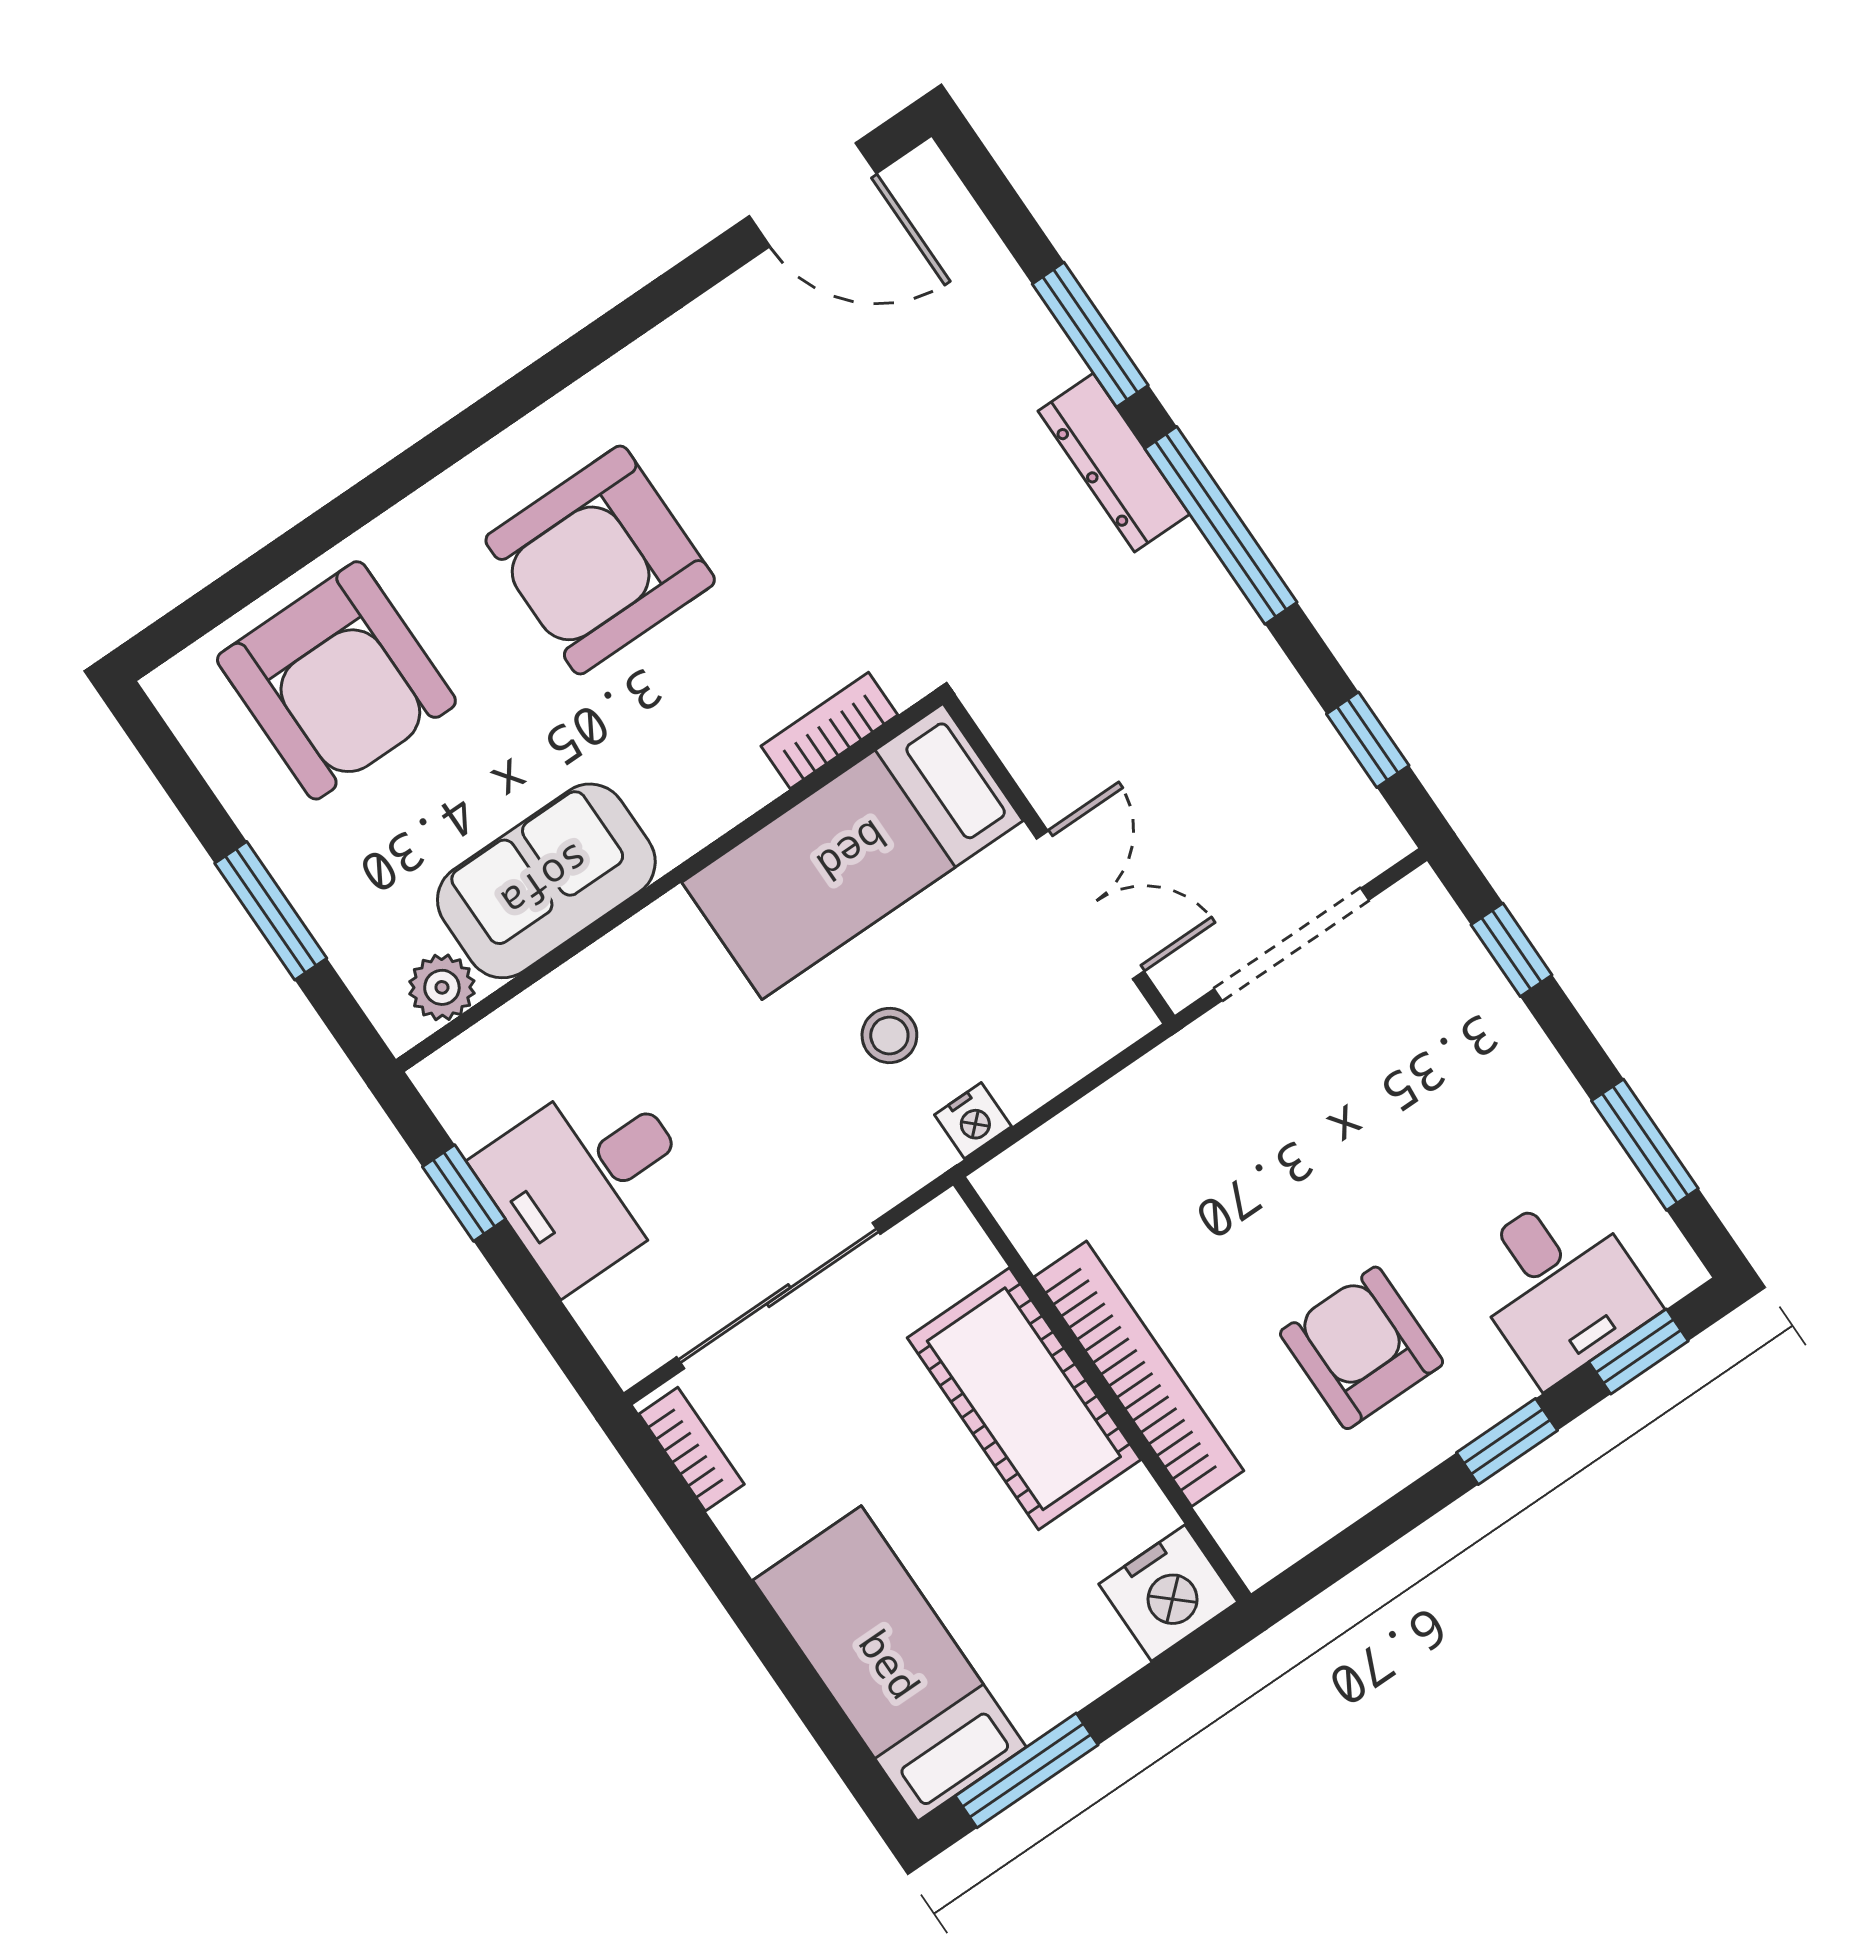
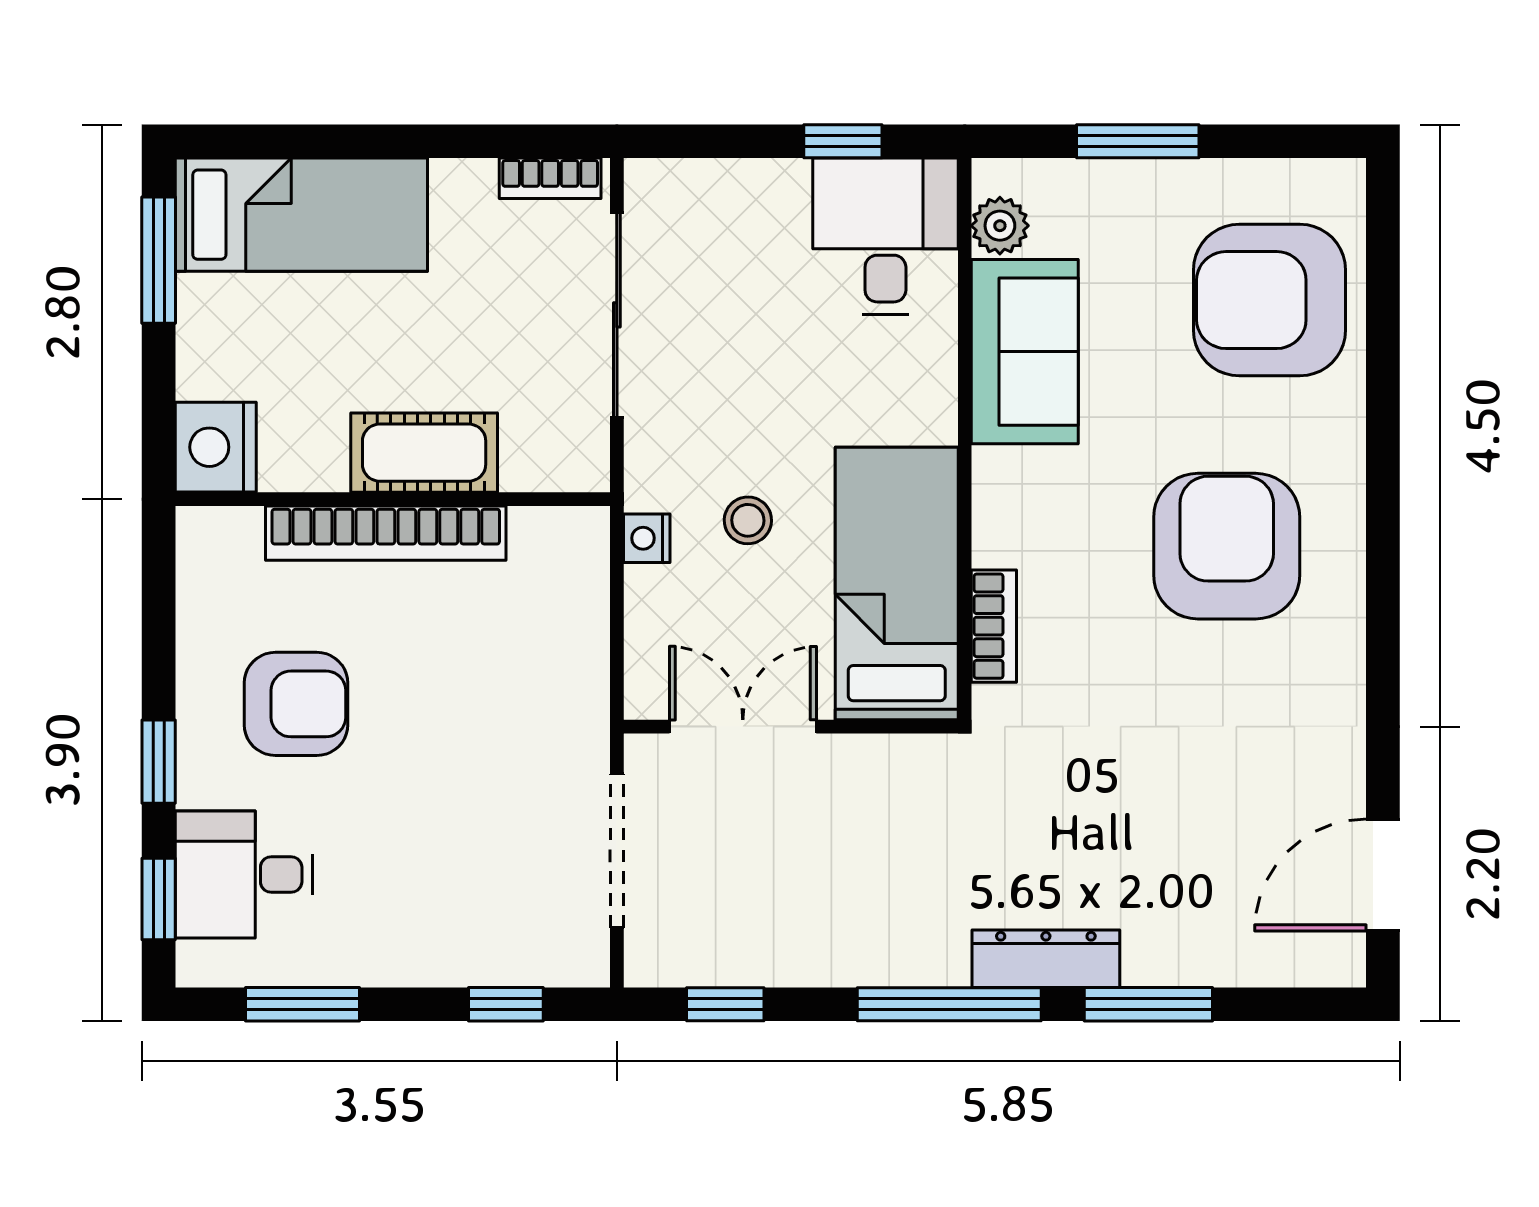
double door: (1090, 905) -> (743, 727), swing flipped
desk: (588, 1179) -> (885, 236), moved
cot: (1024, 1399) -> (424, 453), width x0.73, depth x0.75

